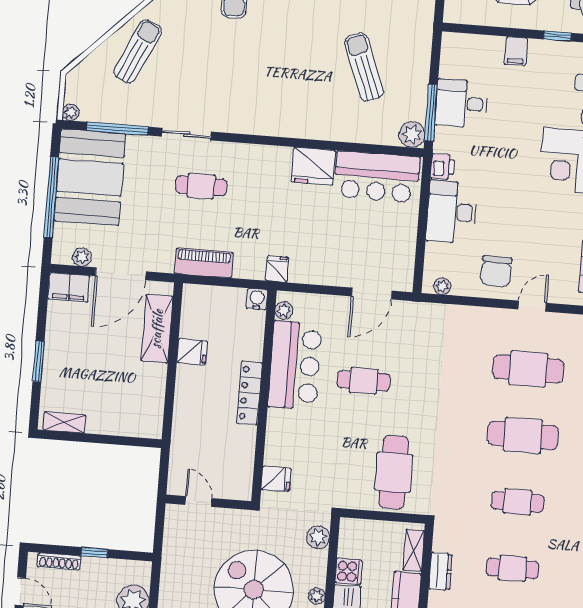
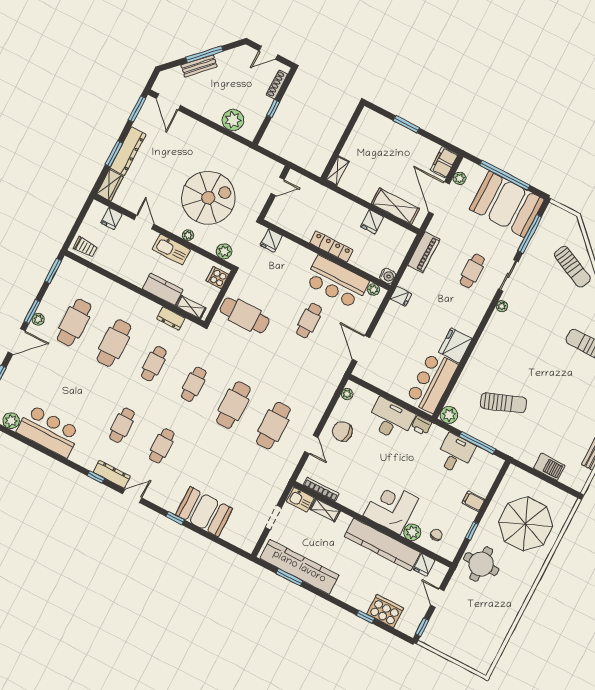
plant: (71, 112) -> (502, 306), moved
window: (431, 113) -> (477, 443), moved
shelving: (64, 422) -> (337, 171), moved
cooker: (349, 571) -> (217, 278), moved, turned 90

